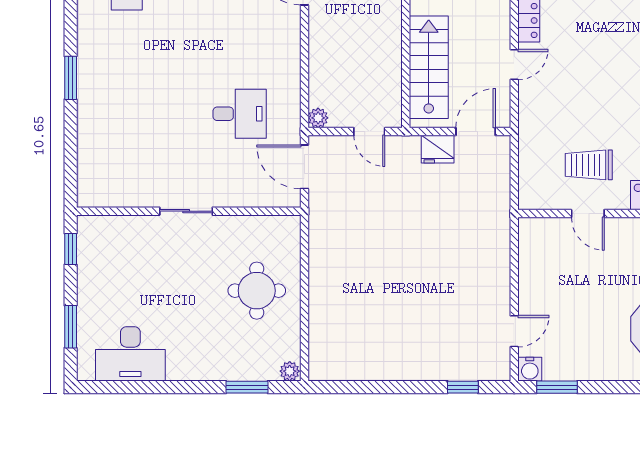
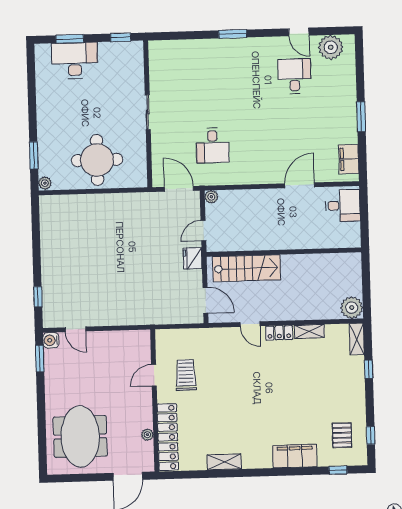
fridge: (438, 149) -> (193, 258), moved
door: (304, 167) -> (179, 189), hinge flipped
round table: (257, 291) -> (97, 160), width x1.36, depth x1.36
desk: (130, 354) -> (75, 60), moved, turned 90

